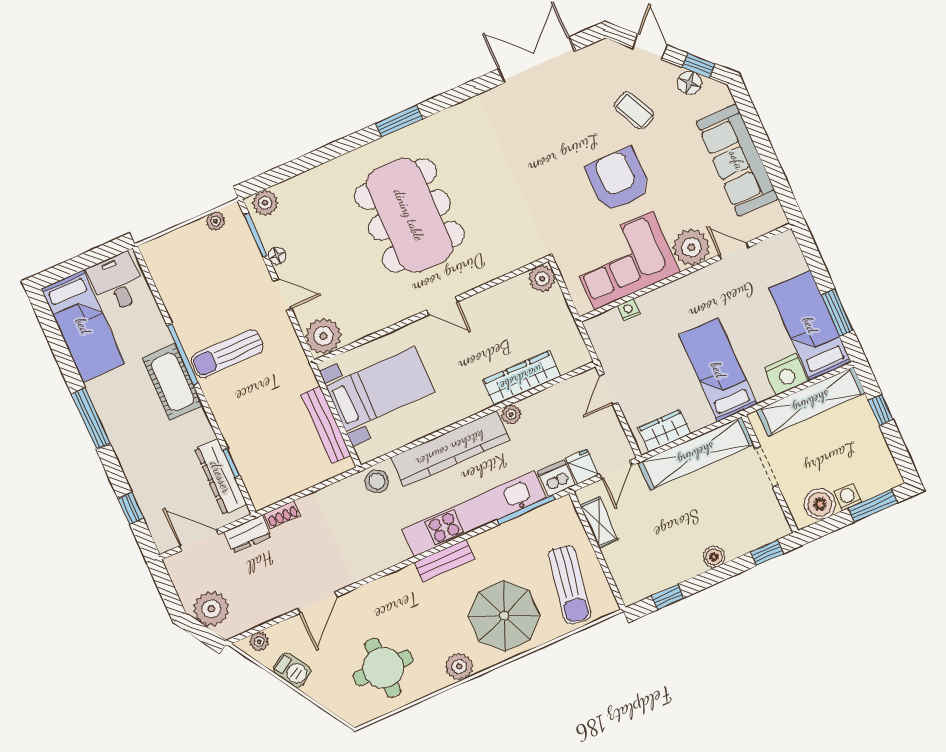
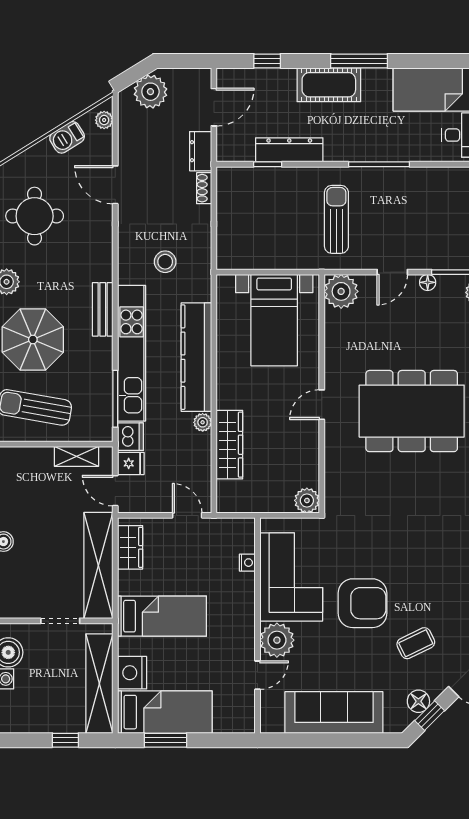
sun lounger: (227, 354) -> (336, 219), moved
cot: (173, 382) -> (329, 85), moved
bench: (326, 425) -> (264, 260), removed
dresser: (221, 477) -> (289, 150), moved
stool: (377, 481) -> (165, 262), moved

